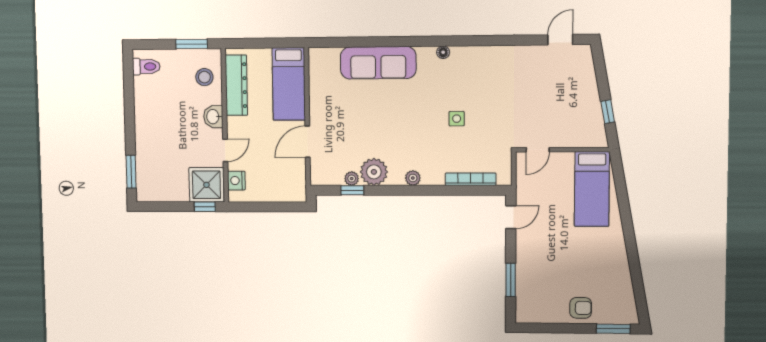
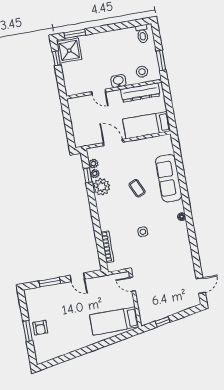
door: (560, 40) -> (201, 286), hinge flipped
coffee table: (386, 116) -> (137, 188), added
plant: (413, 178) -> (94, 164), moved
nightstand: (236, 181) -> (81, 102), removed
shower: (206, 185) -> (69, 51), moved
window: (205, 207) -> (56, 58), moved
door: (511, 217) -> (77, 277), moved
window: (613, 329) -> (28, 331), moved

